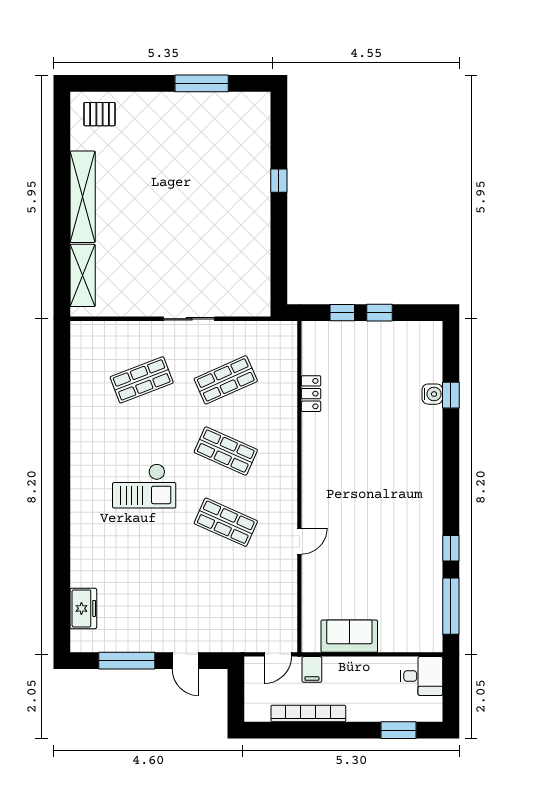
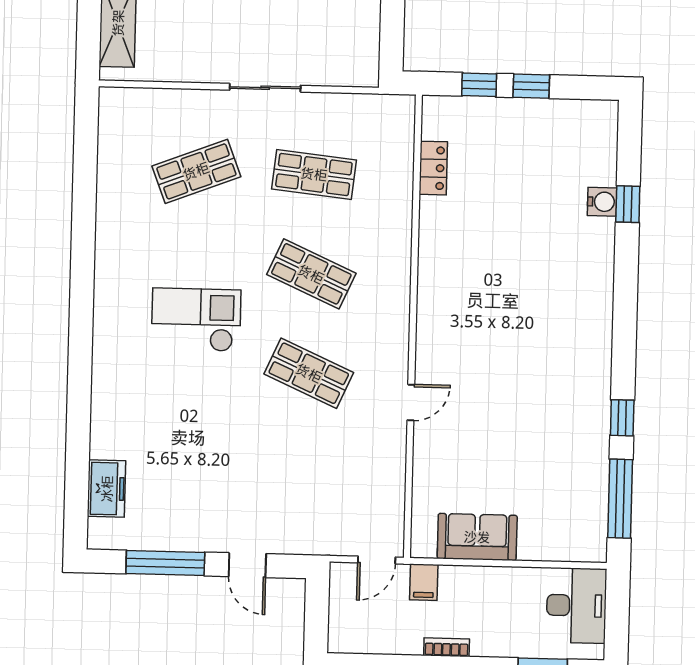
shop shelf: (226, 380) -> (314, 174), turned 30
locker: (311, 394) -> (433, 168), moved
checkout: (144, 486) -> (196, 320), turned 180
desk: (422, 676) -> (576, 605), width x1.37
bookcase: (308, 714) -> (447, 647), width x0.43, depth x0.76

